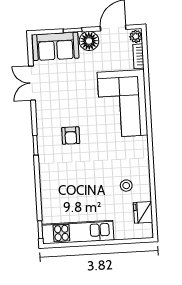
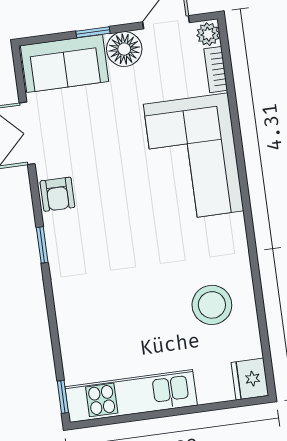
armchair: (71, 136) -> (57, 194), moved
stool: (126, 186) -> (212, 305), width x1.89, depth x1.89
fridge: (143, 212) -> (250, 379), moved

